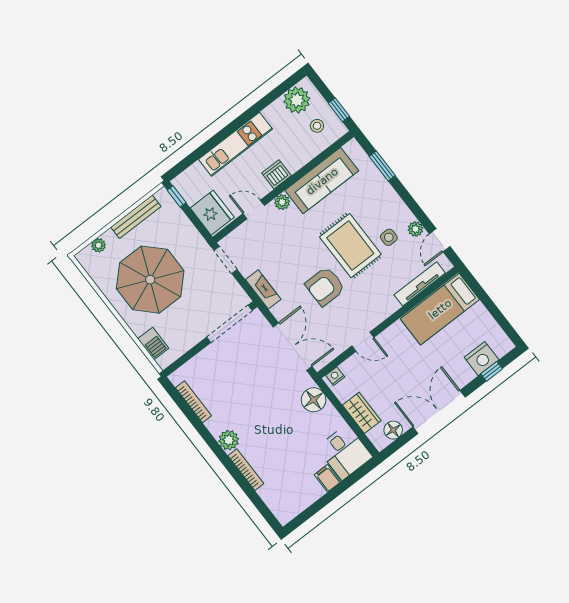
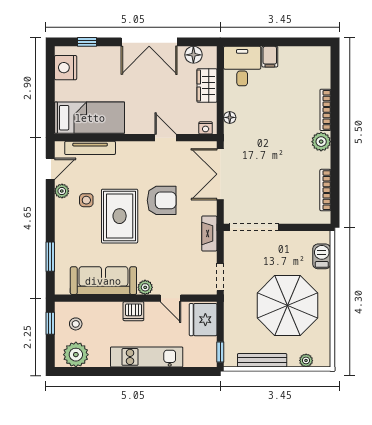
nightstand: (482, 359) -> (66, 68), moved, turned -90
floor lamp: (314, 400) -> (230, 117), width x0.53, depth x0.53

